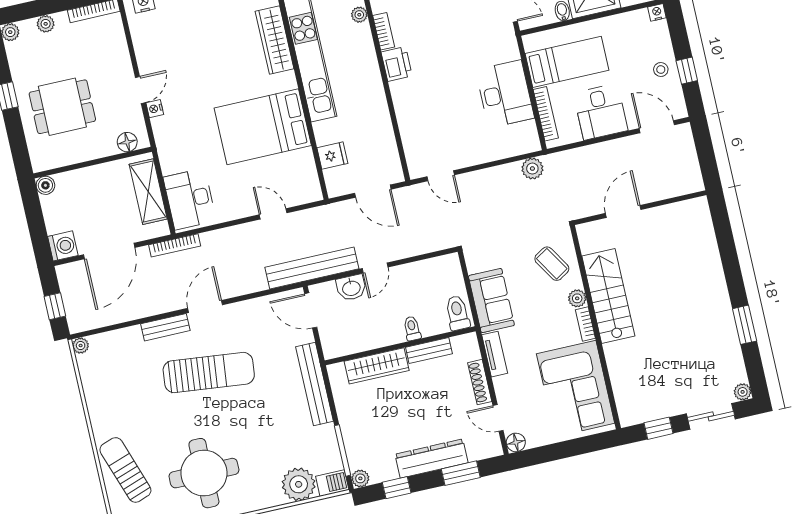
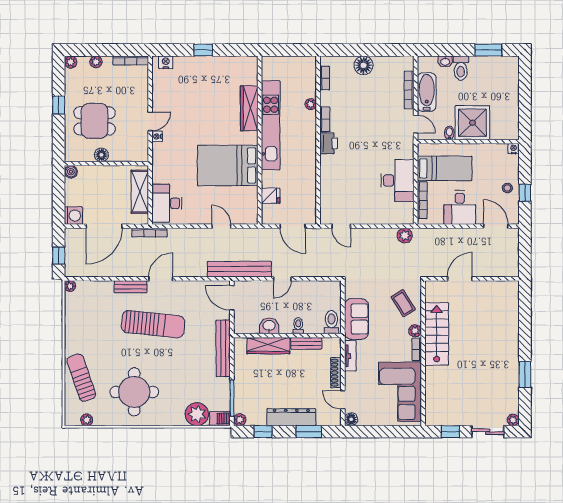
floor lamp: (127, 142) -> (101, 155), moved
washbasin: (351, 288) -> (269, 326), moved, turned 180

